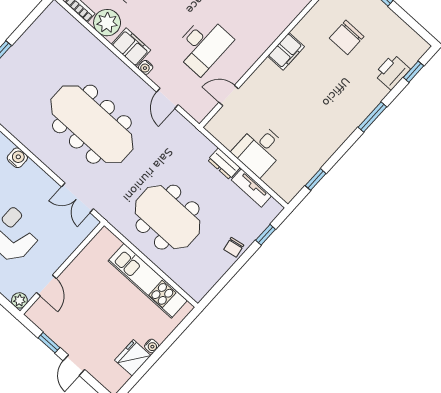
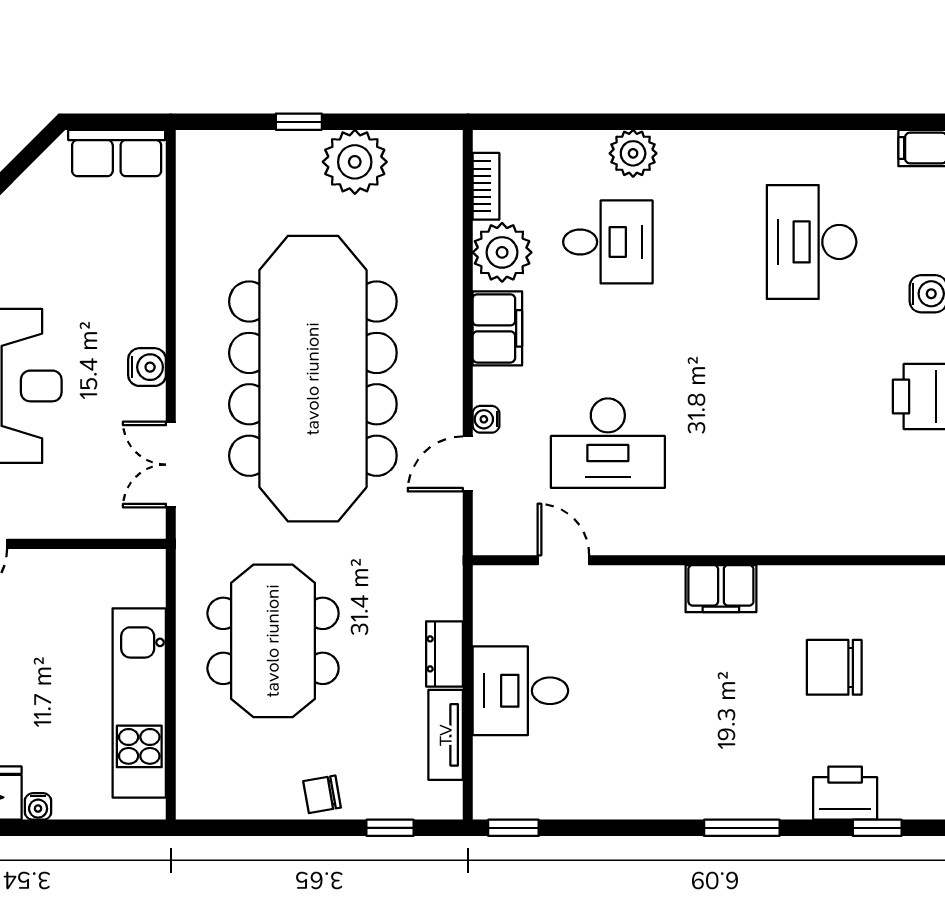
plant: (32, 44) -> (355, 162), added
water cooler: (146, 67) -> (486, 419), moved
meeting table: (92, 124) -> (313, 379), width x1.36, depth x1.27
water cooler: (17, 158) -> (147, 367), moved
window: (316, 180) -> (513, 828), moved

